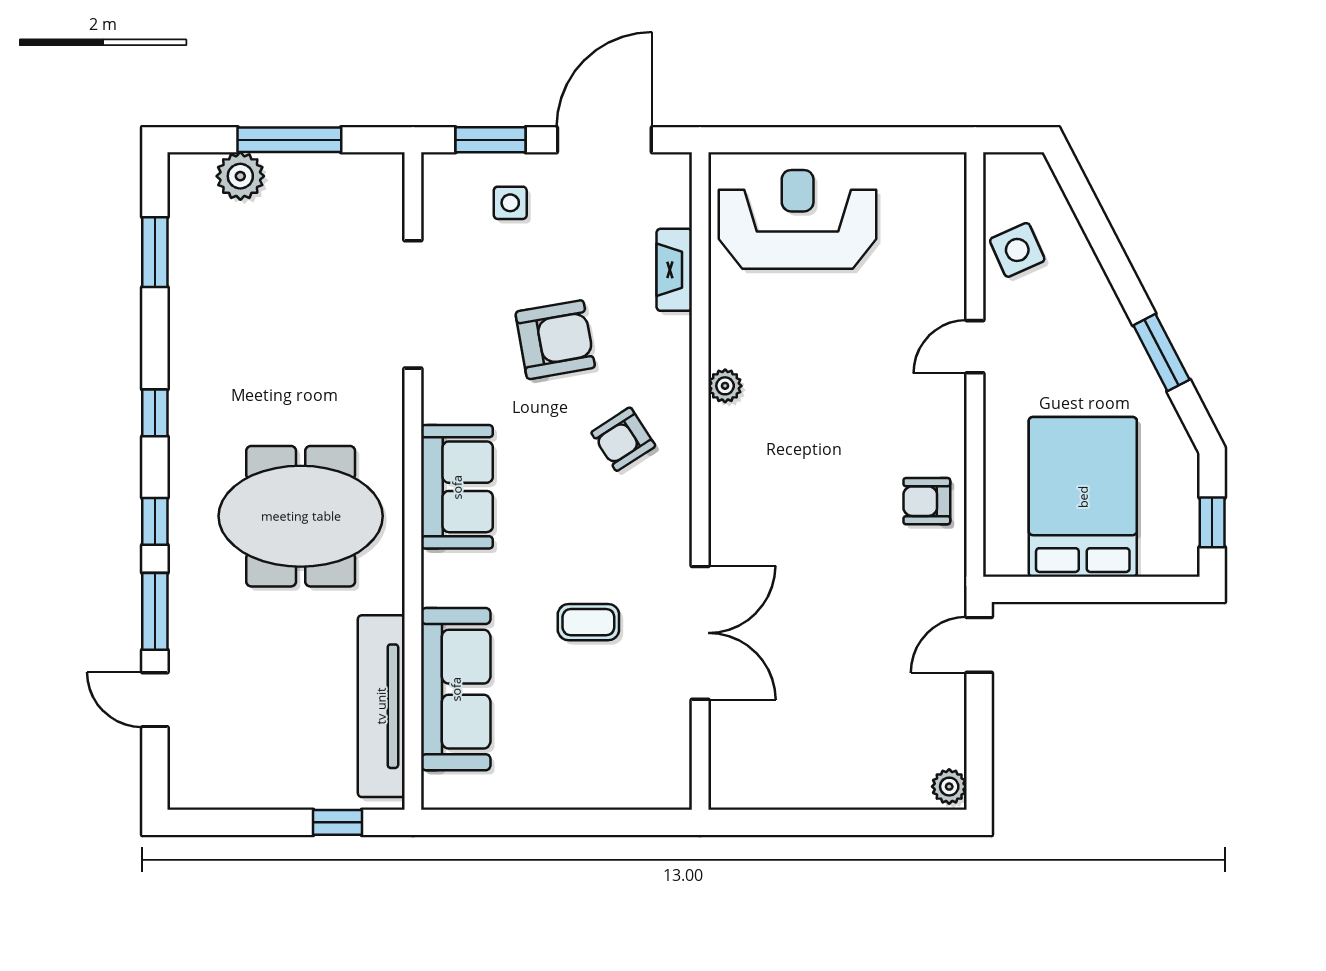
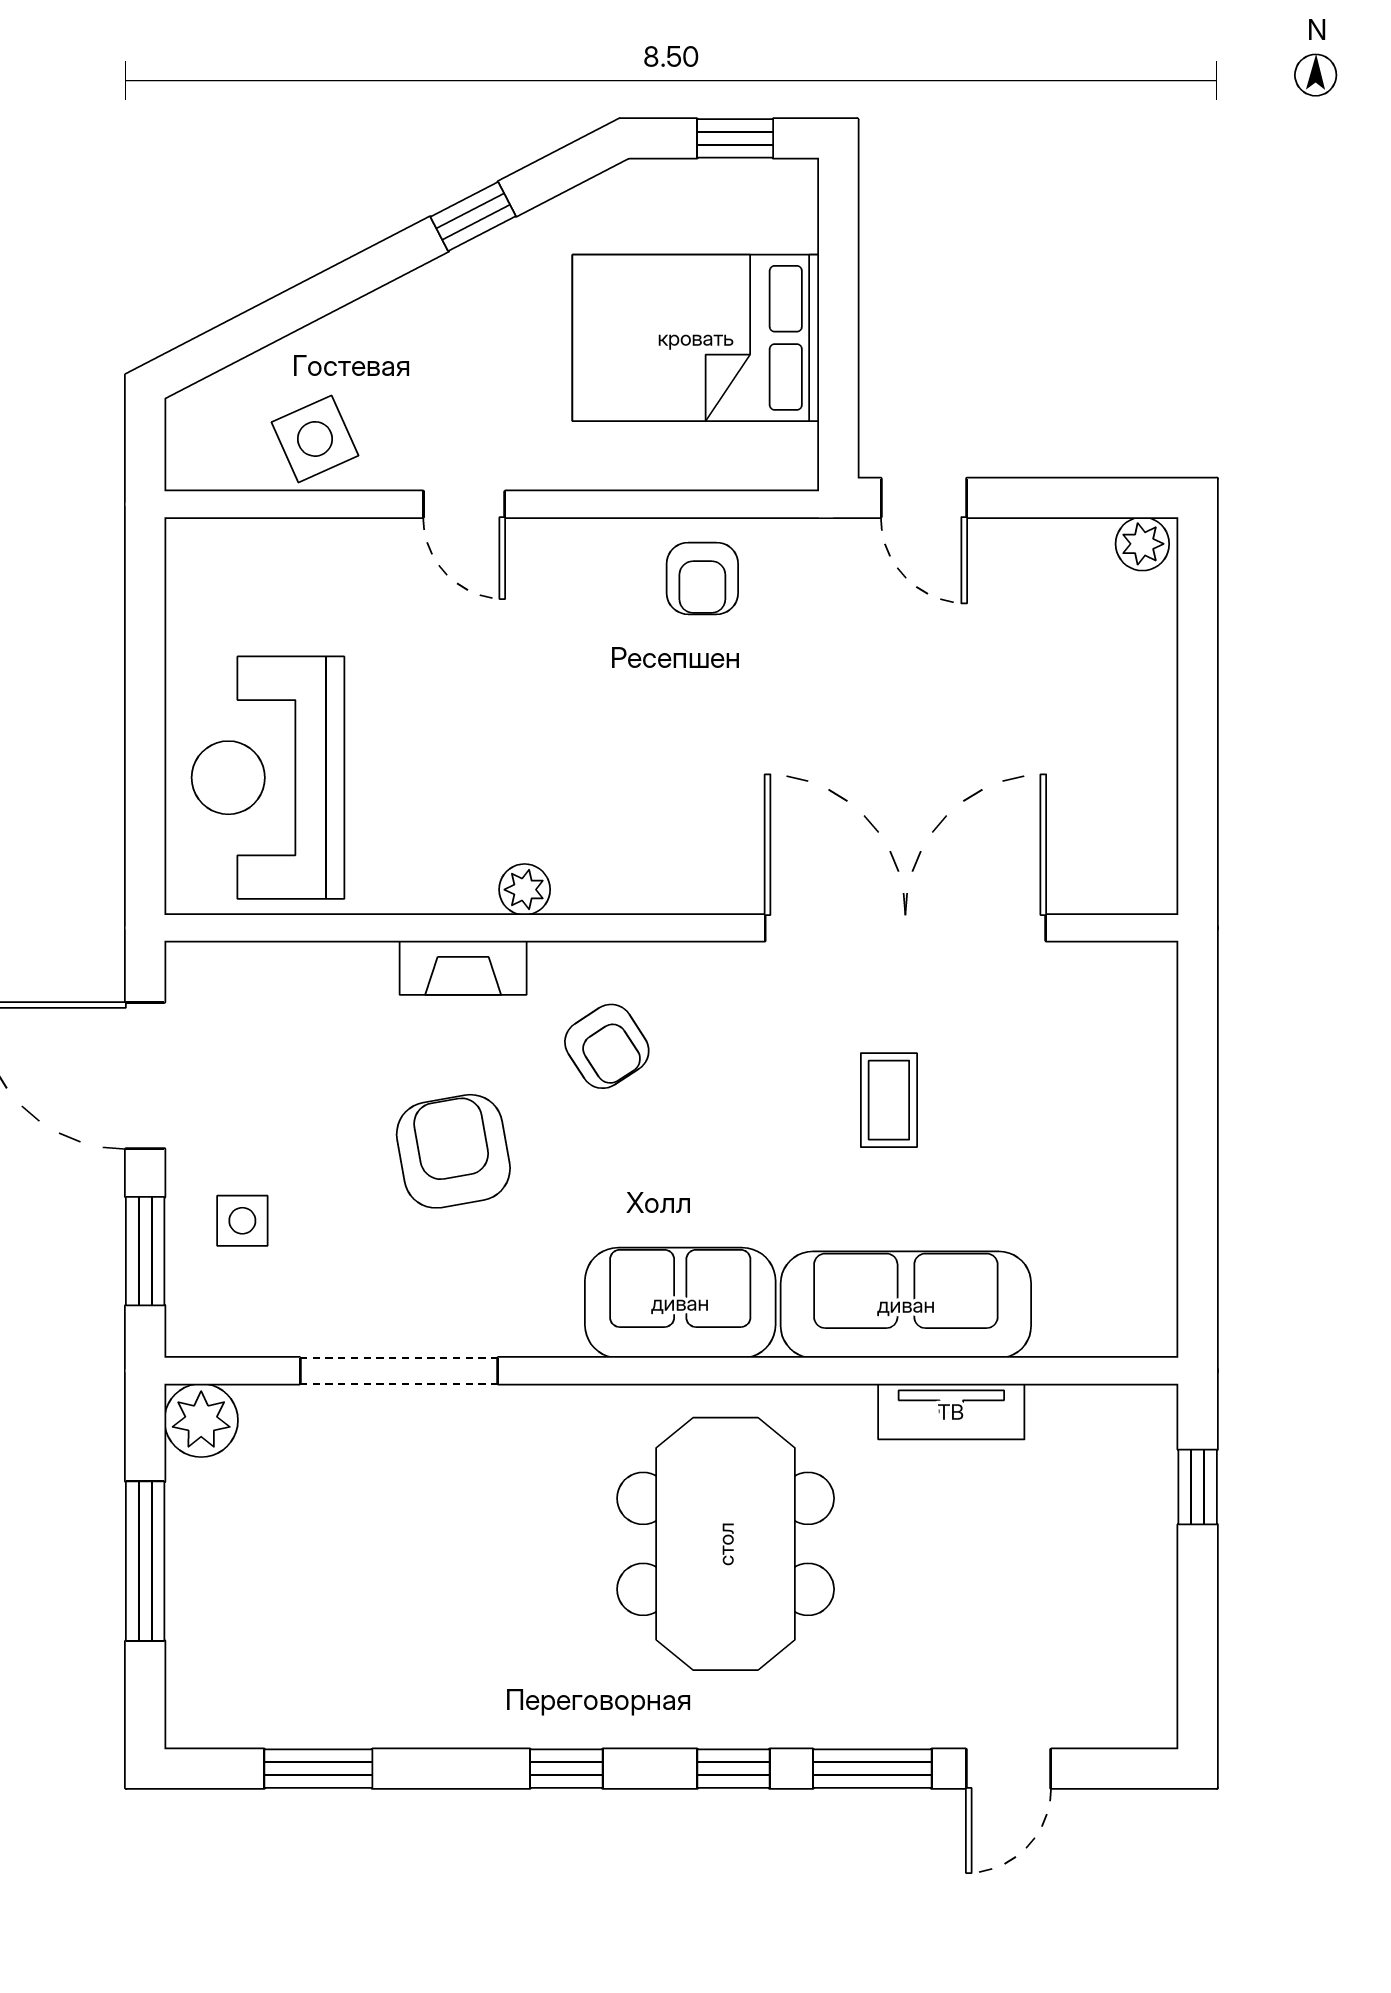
plant: (240, 176) -> (201, 1420), moved
fireplace: (674, 270) -> (463, 968), moved
window: (1161, 353) -> (473, 217), width x0.67
double door: (700, 633) -> (905, 928), width x1.36
sofa: (456, 689) -> (906, 1305), moved
tv unit: (381, 706) -> (951, 1412), width x0.52, depth x0.78

